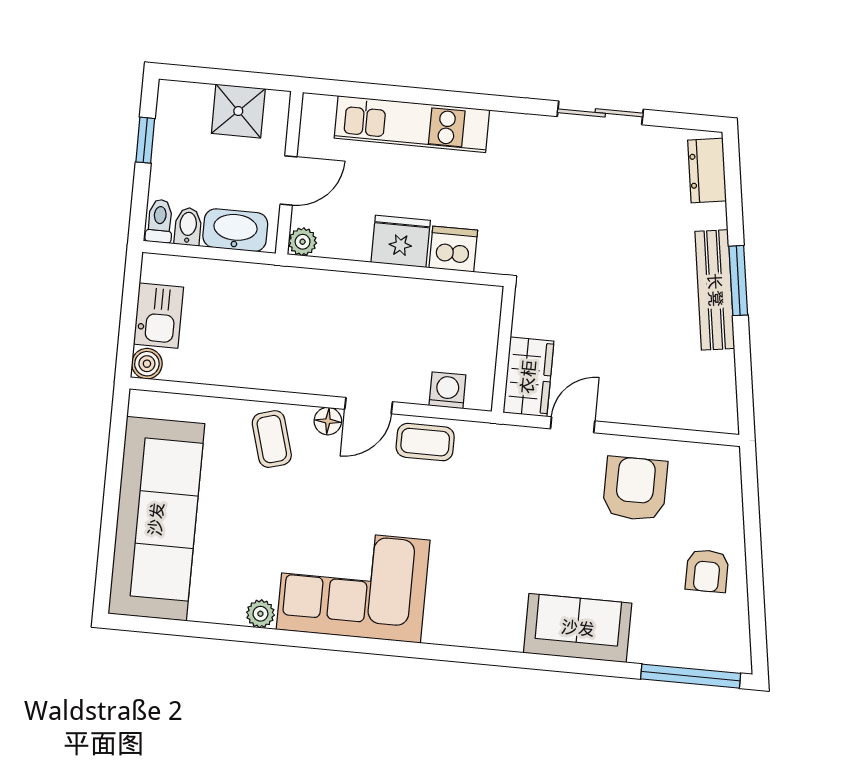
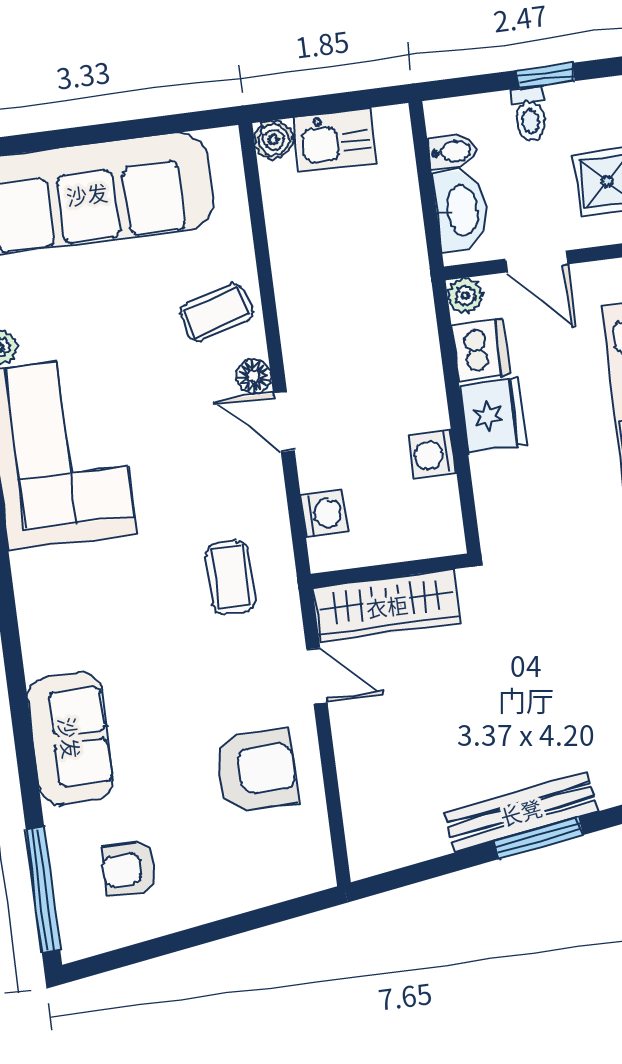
toilet: (160, 221) -> (530, 114), moved, turned 90
dishwasher: (453, 249) -> (481, 350), moved
washing machine: (421, 296) -> (432, 455), added
wardrobe: (528, 377) -> (387, 606), width x1.50
coffee table: (425, 442) -> (231, 577), moved
armchair: (707, 571) -> (129, 869), moved

